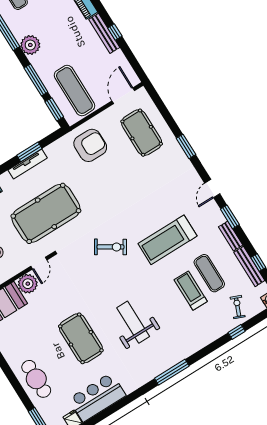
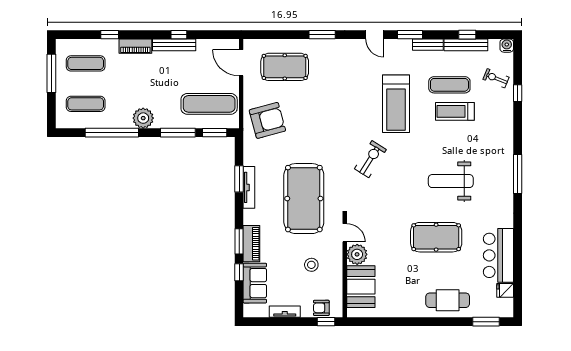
armchair: (90, 145) -> (267, 120), turned 75

